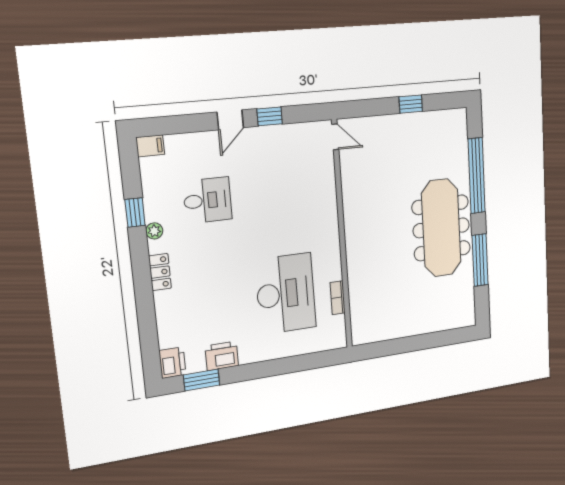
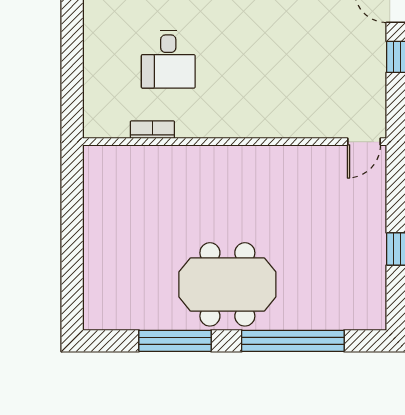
meeting table: (441, 228) -> (227, 284), width x0.73
desk: (286, 294) -> (168, 59), width x0.53, depth x0.77

